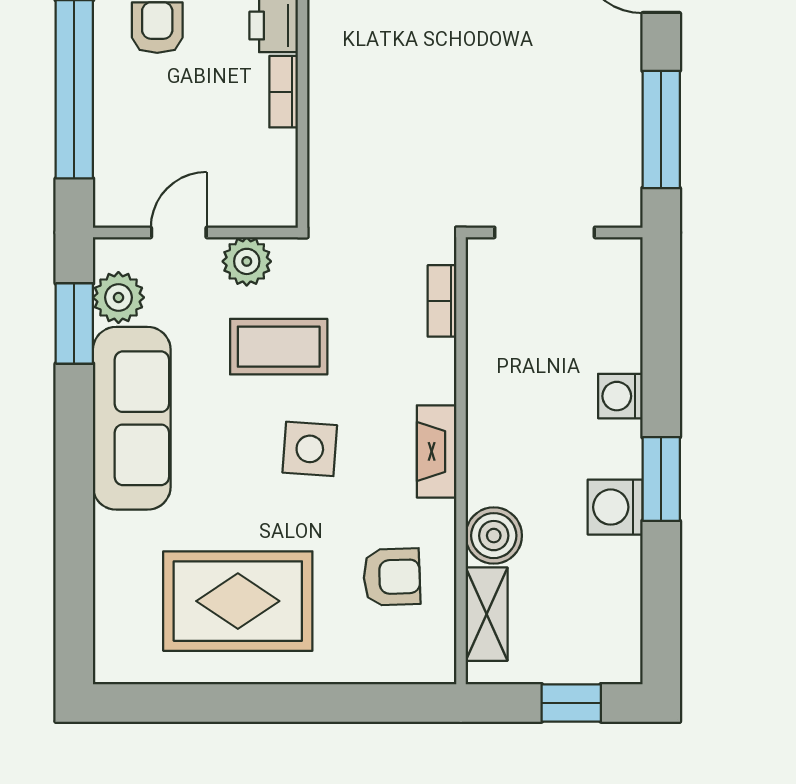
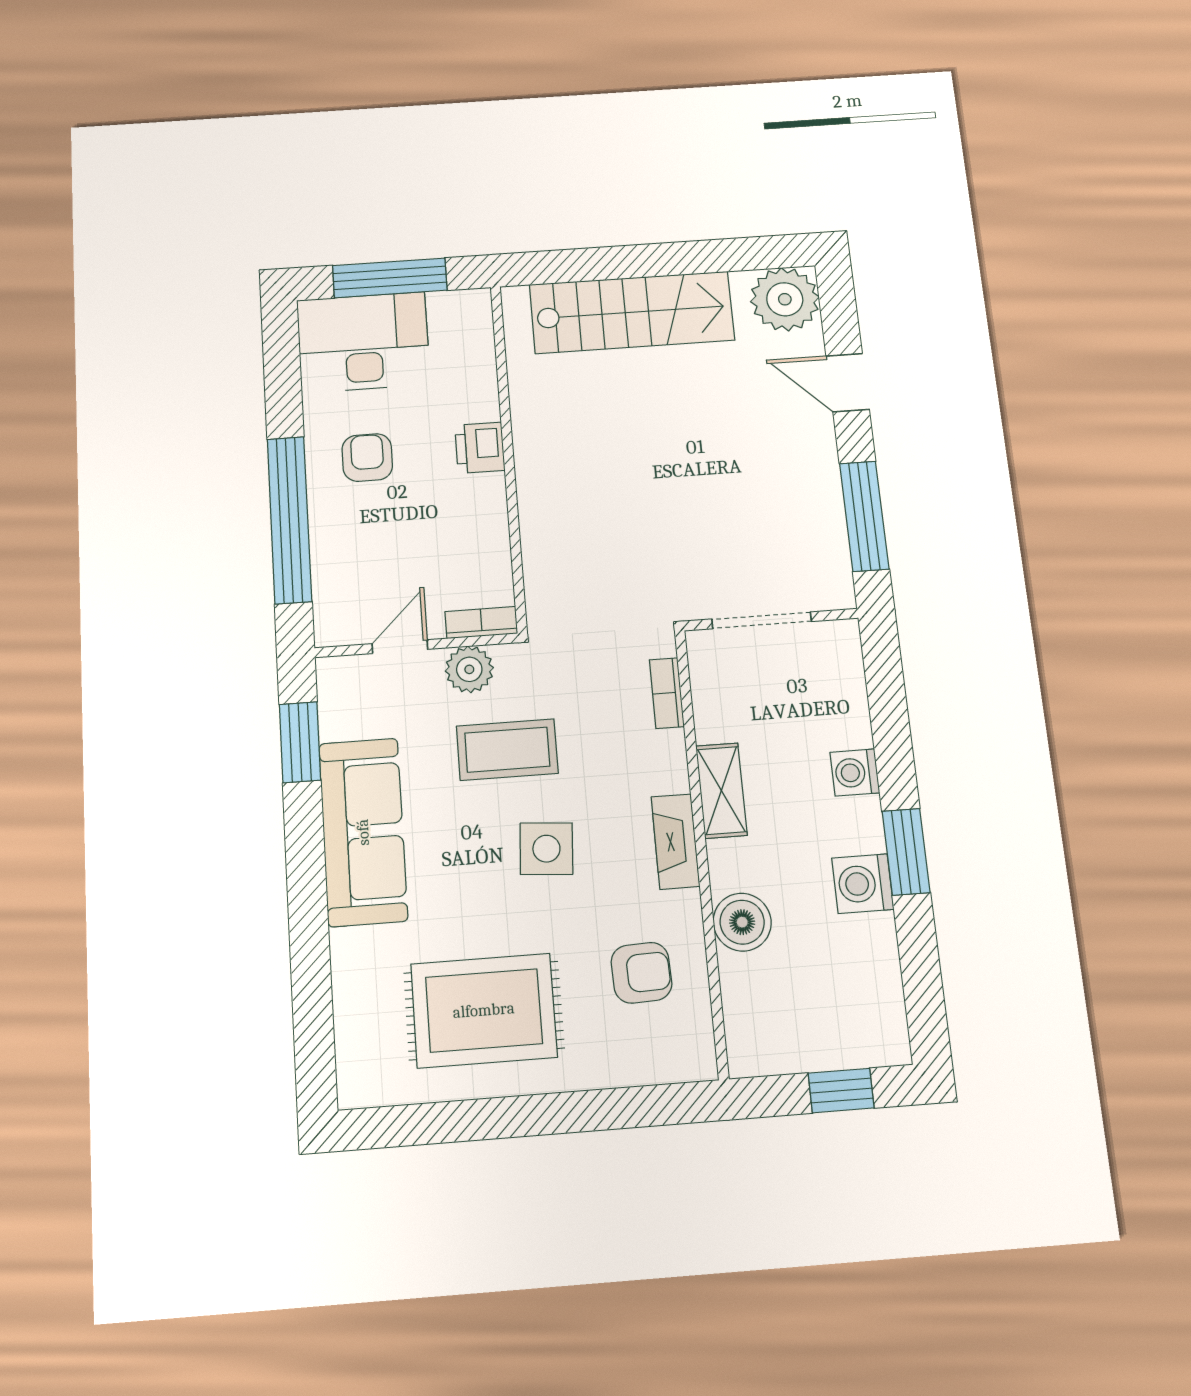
bookcase: (284, 92) -> (481, 623), moved, turned 90
plant: (118, 297) -> (343, 714), removed
shelving: (487, 614) -> (721, 790), moved

